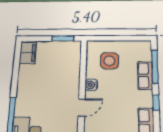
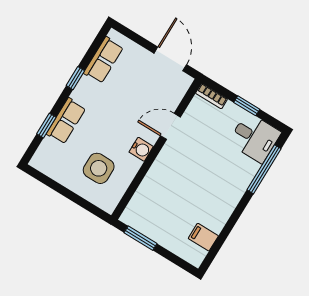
filing cabinet: (28, 53) -> (203, 237), width x0.50
window: (155, 67) -> (46, 126), width x0.46

